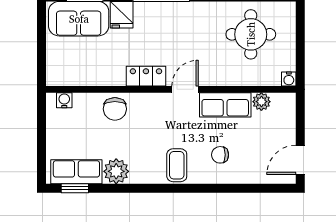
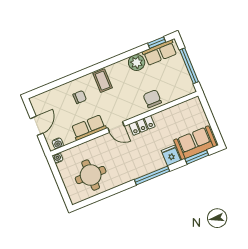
door: (185, 89) -> (116, 127), hinge flipped
water cooler: (64, 100) -> (58, 143), moved
plant: (261, 102) -> (68, 138), removed
window: (41, 135) -> (189, 66), added
door: (300, 160) -> (37, 126), moved

